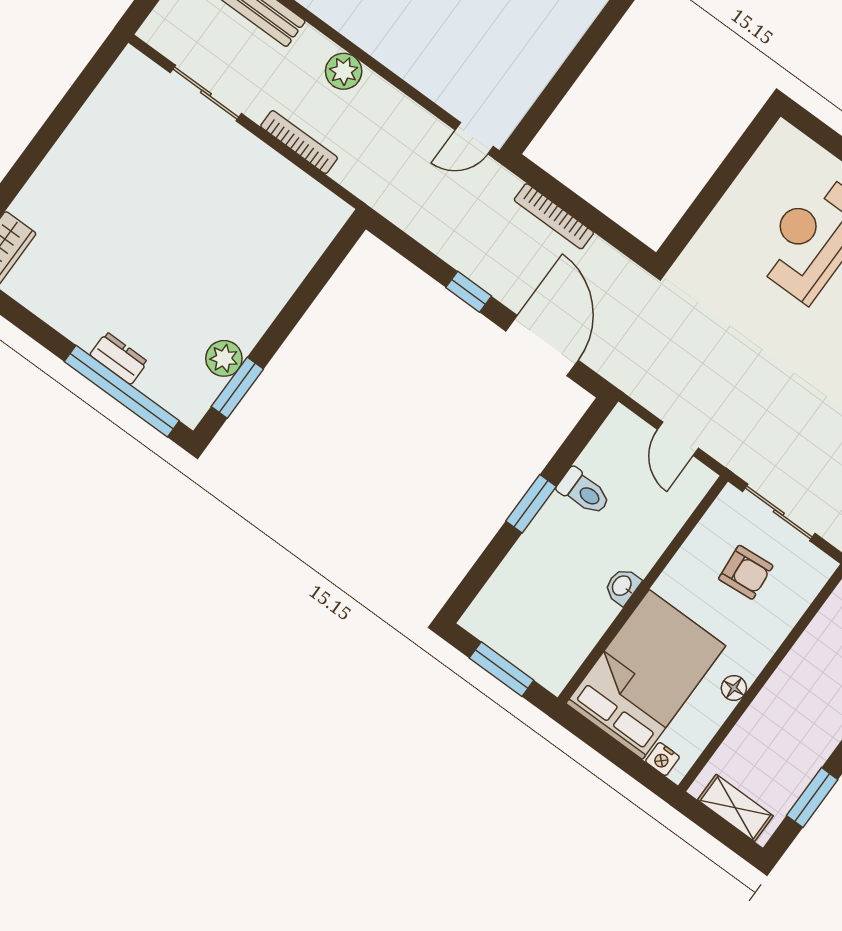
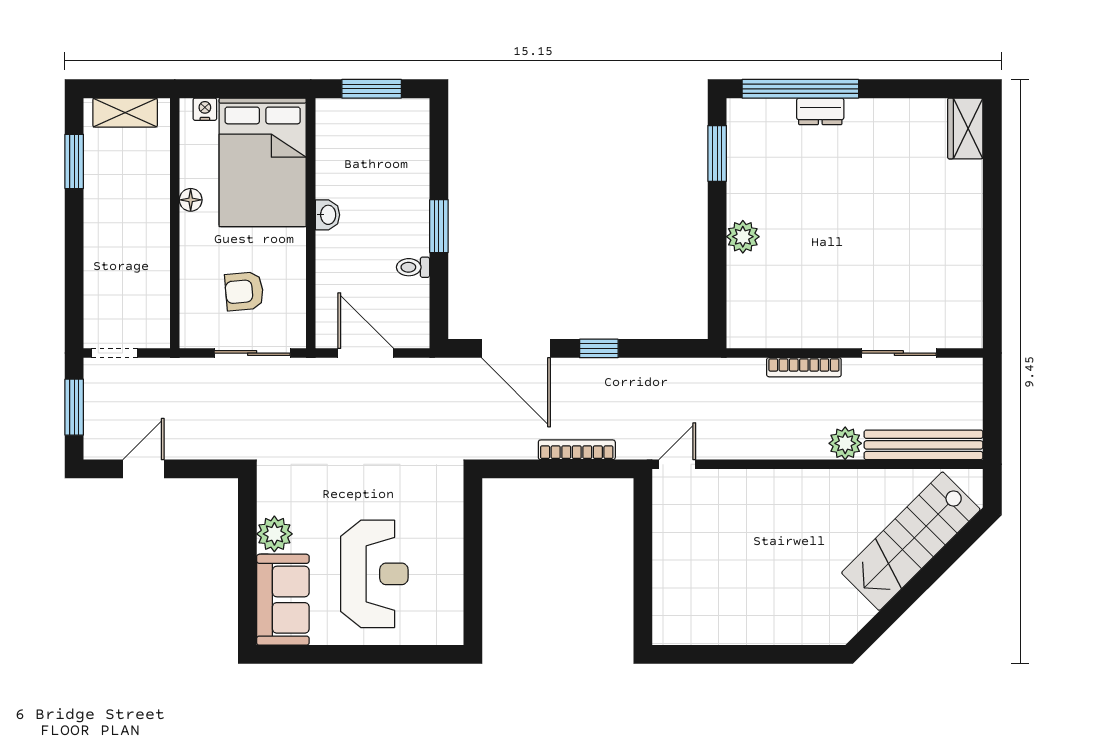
plant: (344, 71) -> (845, 443), moved
plant: (224, 358) -> (743, 237), moved
door: (678, 439) -> (366, 353), width x1.38
toilet: (584, 492) -> (413, 267), width x0.73, depth x0.72

